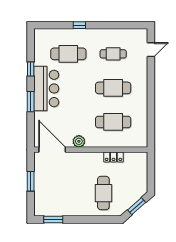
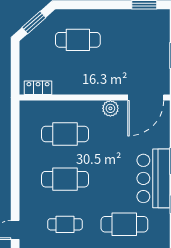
door: (52, 150) -> (146, 97), hinge flipped
locker: (113, 157) -> (38, 88), moved
cafe table: (103, 193) -> (78, 40), turned 90

